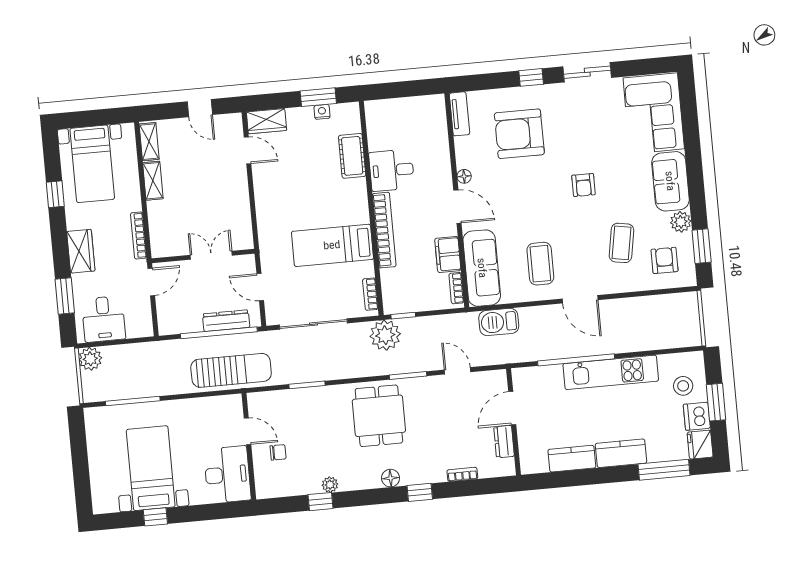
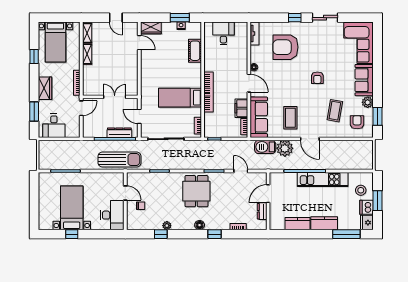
desk: (392, 170) -> (223, 33), moved, turned 90
plant: (385, 335) -> (285, 148), moved
plant: (90, 359) -> (45, 146), removed

